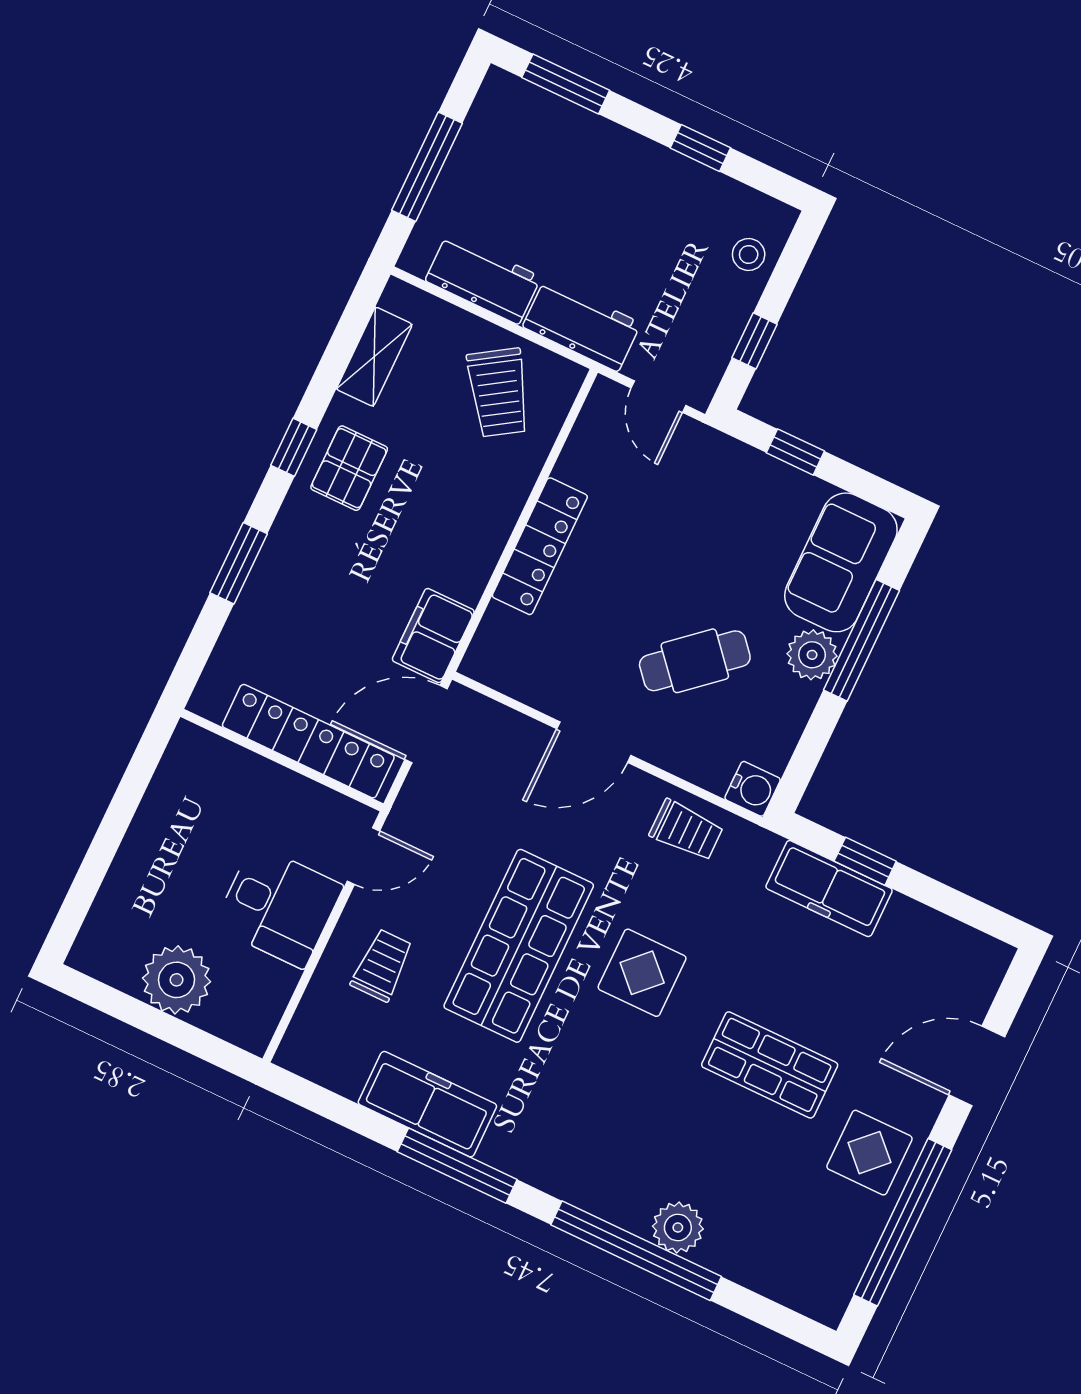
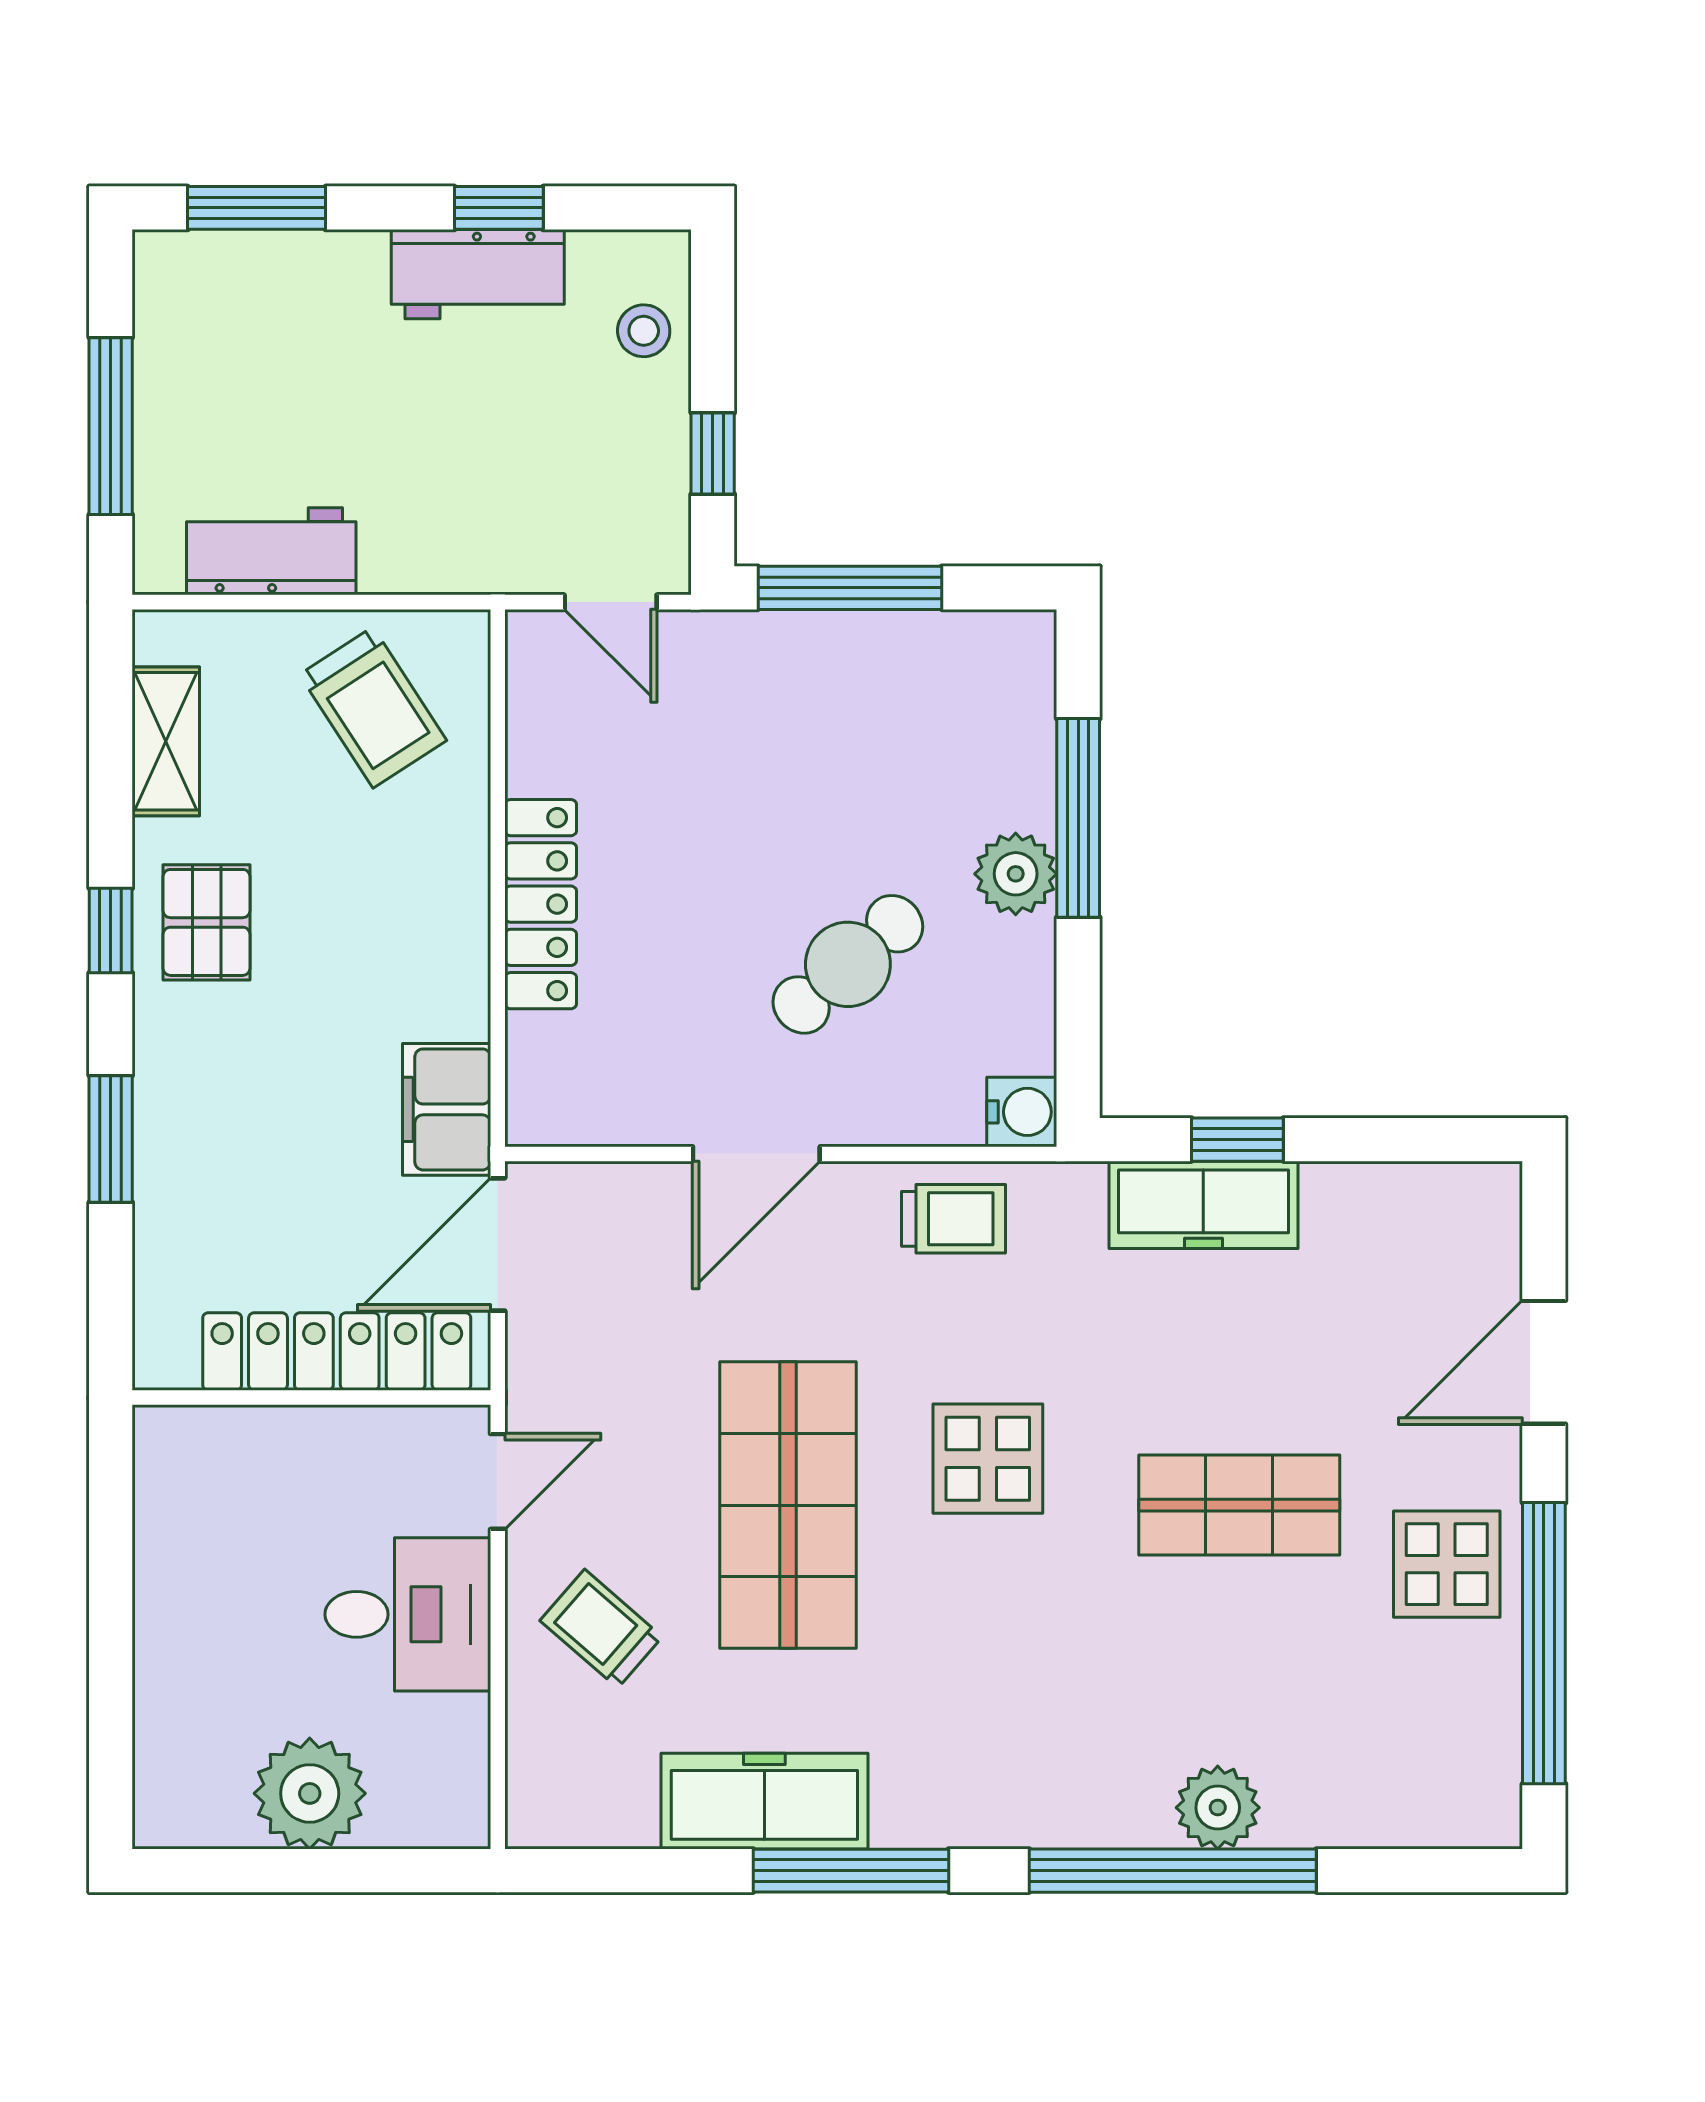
workbench: (582, 325) -> (478, 274), moved, turned 180
window: (795, 452) -> (850, 588), width x2.17
sofa: (841, 562) -> (994, 718), removed
trolley: (382, 965) -> (601, 1629), turned -49

